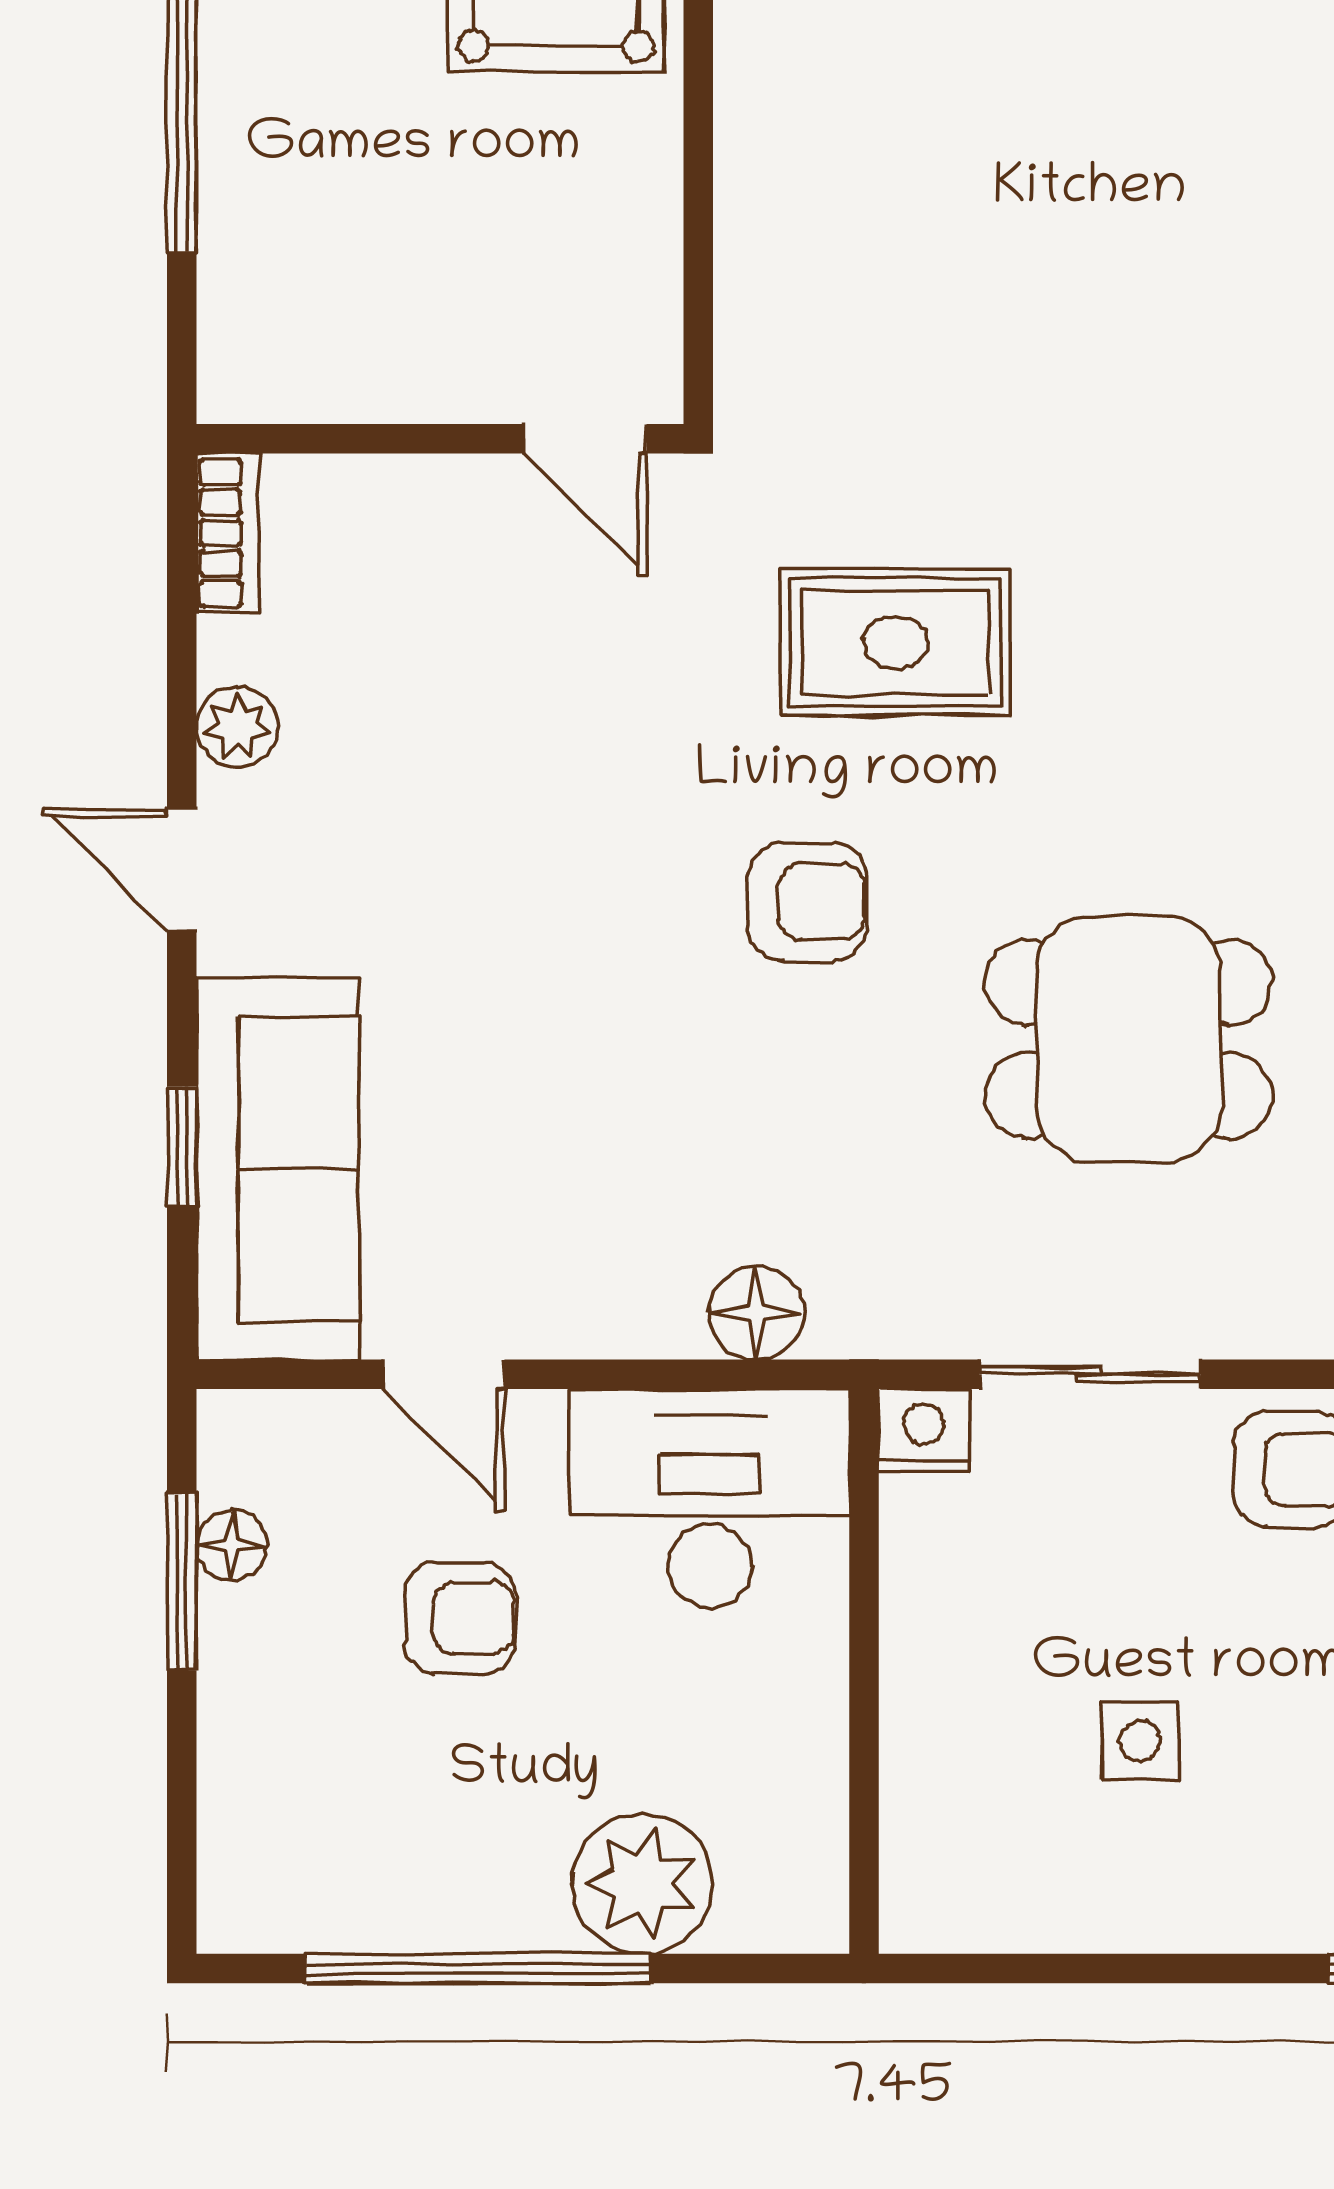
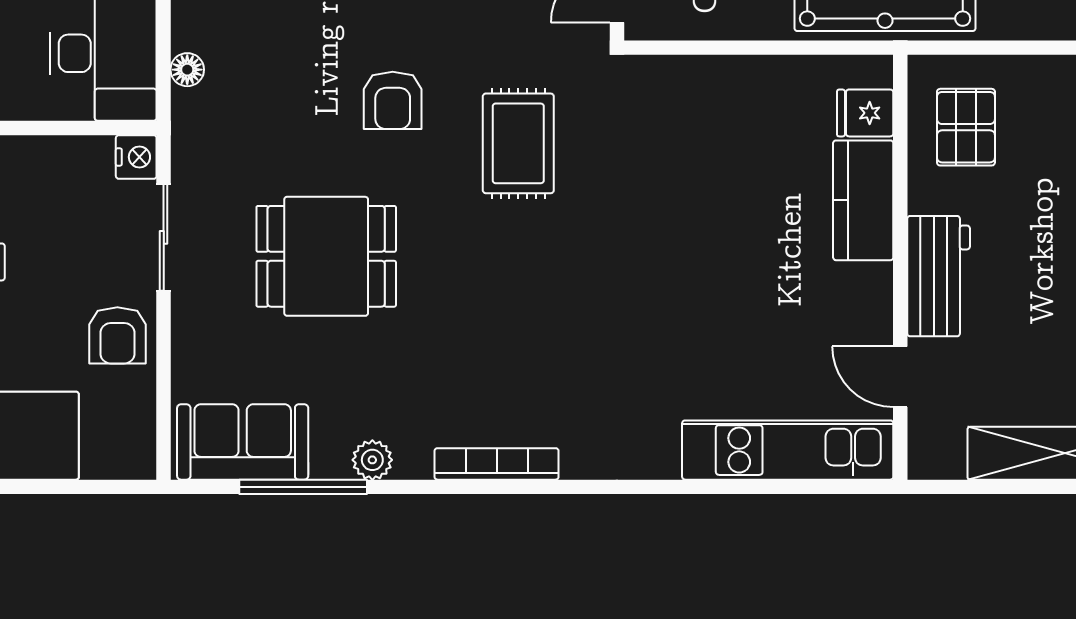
dining table: (1129, 1039) -> (326, 256), turned 90
floor lamp: (756, 1313) -> (187, 70), width x0.73, depth x0.73

